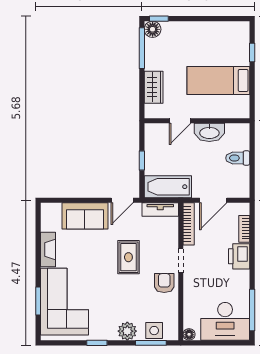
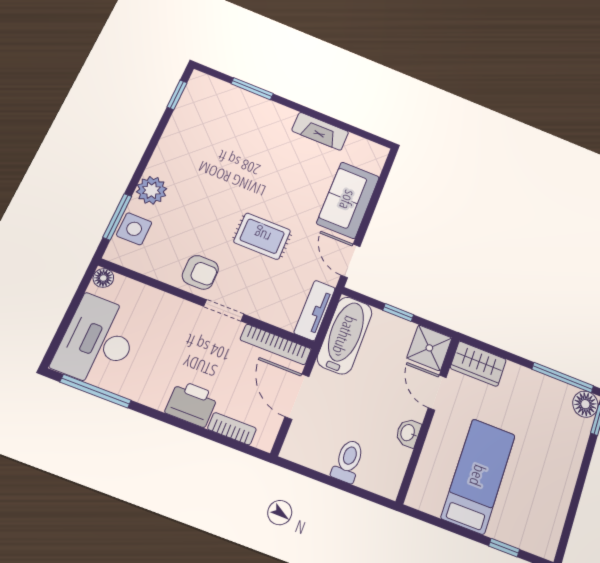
wardrobe: (154, 87) -> (478, 364), moved
washbasin: (209, 132) -> (408, 433), width x0.52, depth x0.69
shower: (156, 135) -> (429, 348), added
corner sofa: (64, 302) -> (236, 123), removed
window: (97, 343) -> (177, 95), moved

